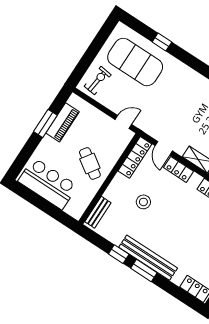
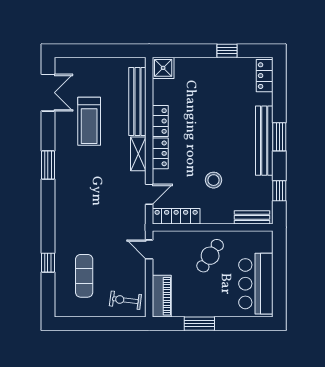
exercise mat: (135, 62) -> (84, 276), width x0.50, depth x0.69
piano: (62, 122) -> (162, 296), moved, turned 90
locker: (178, 169) -> (160, 153), moved
window: (119, 254) -> (279, 191), moved

